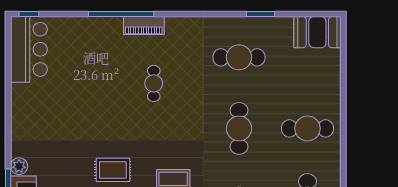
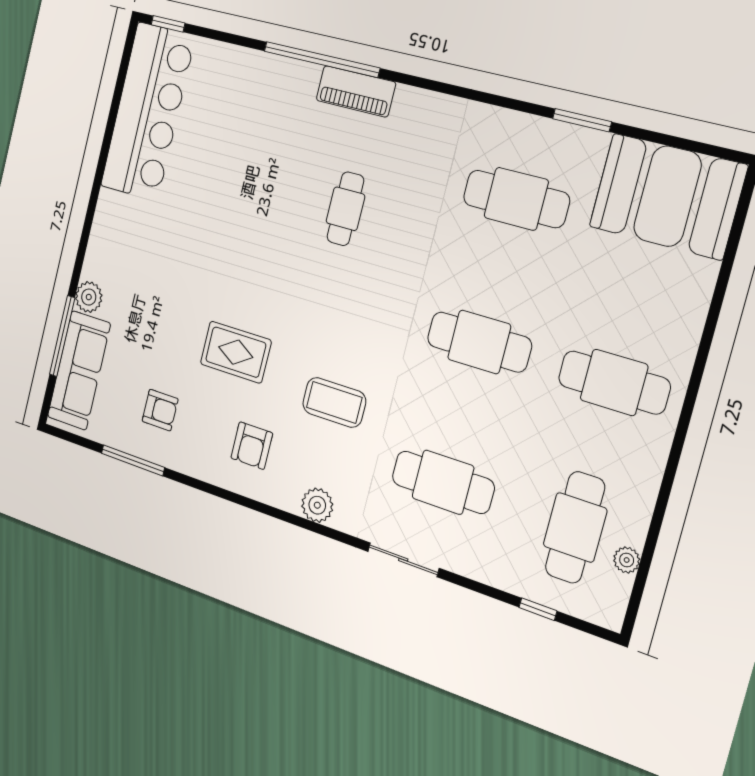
booth: (317, 32) -> (667, 196), width x1.36, depth x1.42
bar counter: (29, 49) -> (148, 111), width x1.36
cafe table: (239, 128) -> (479, 342), turned 90

